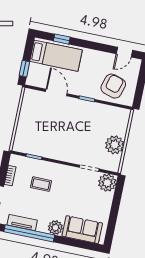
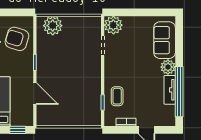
door: (56, 93) -> (35, 94), swing flipped
plant: (115, 145) -> (53, 26), moved
coffee table: (41, 184) -> (117, 96), moved
tv unit: (22, 222) -> (170, 90), moved

